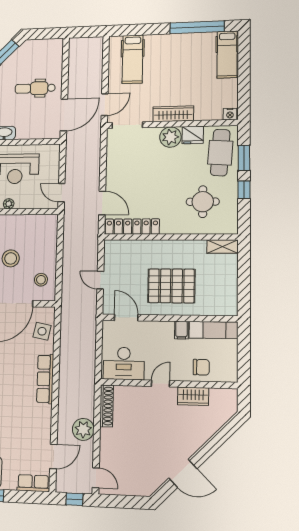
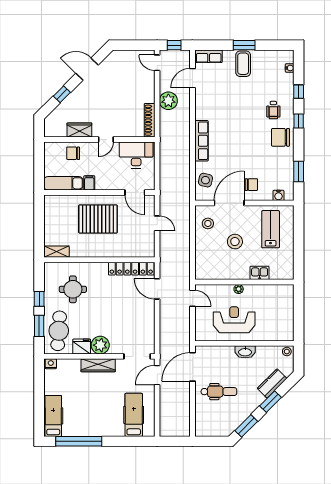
window: (215, 442) -> (62, 94), added

